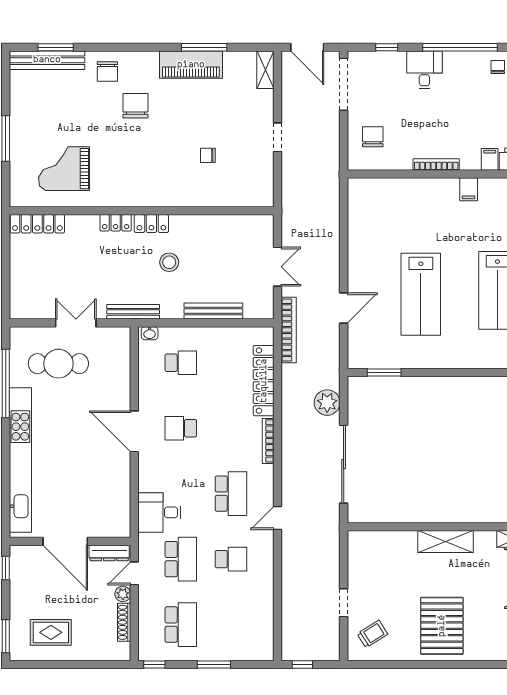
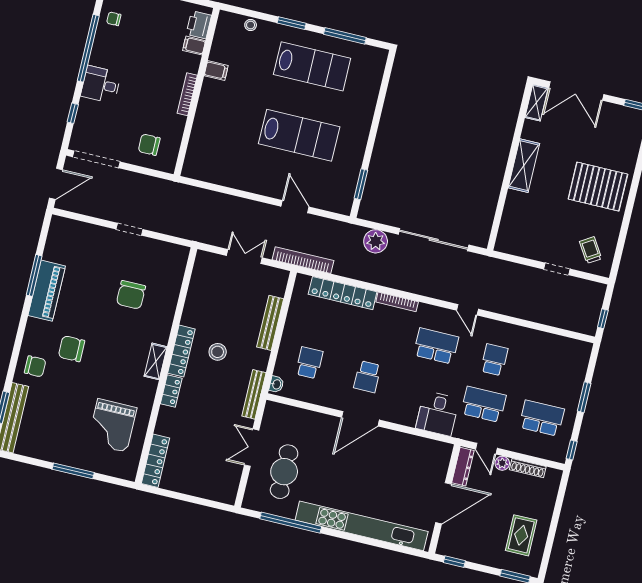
shelving: (265, 70) -> (156, 361), moved, turned 90
chair: (208, 155) -> (131, 295), width x1.87, depth x1.87
locker: (151, 224) -> (181, 351), width x1.53

